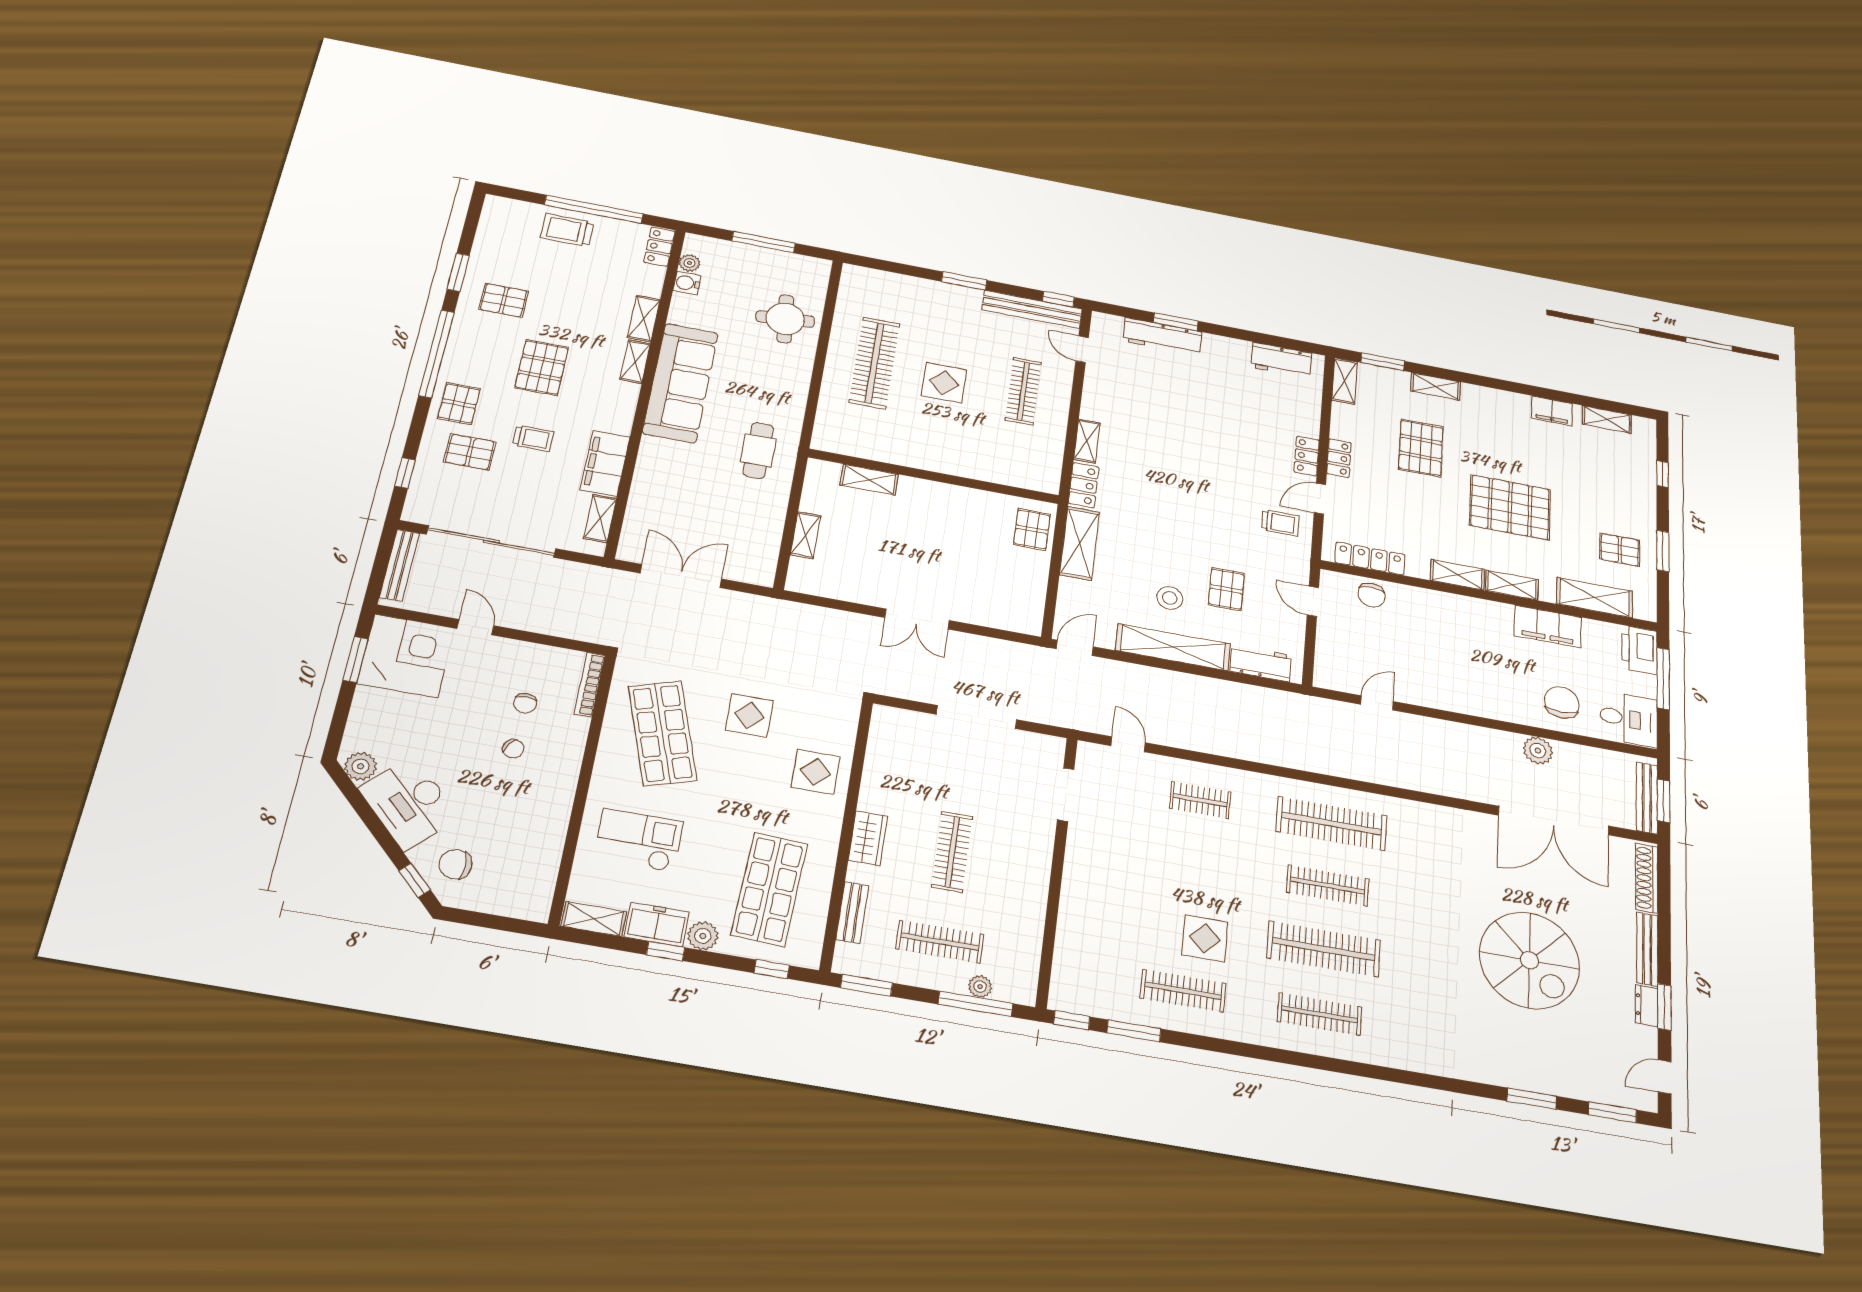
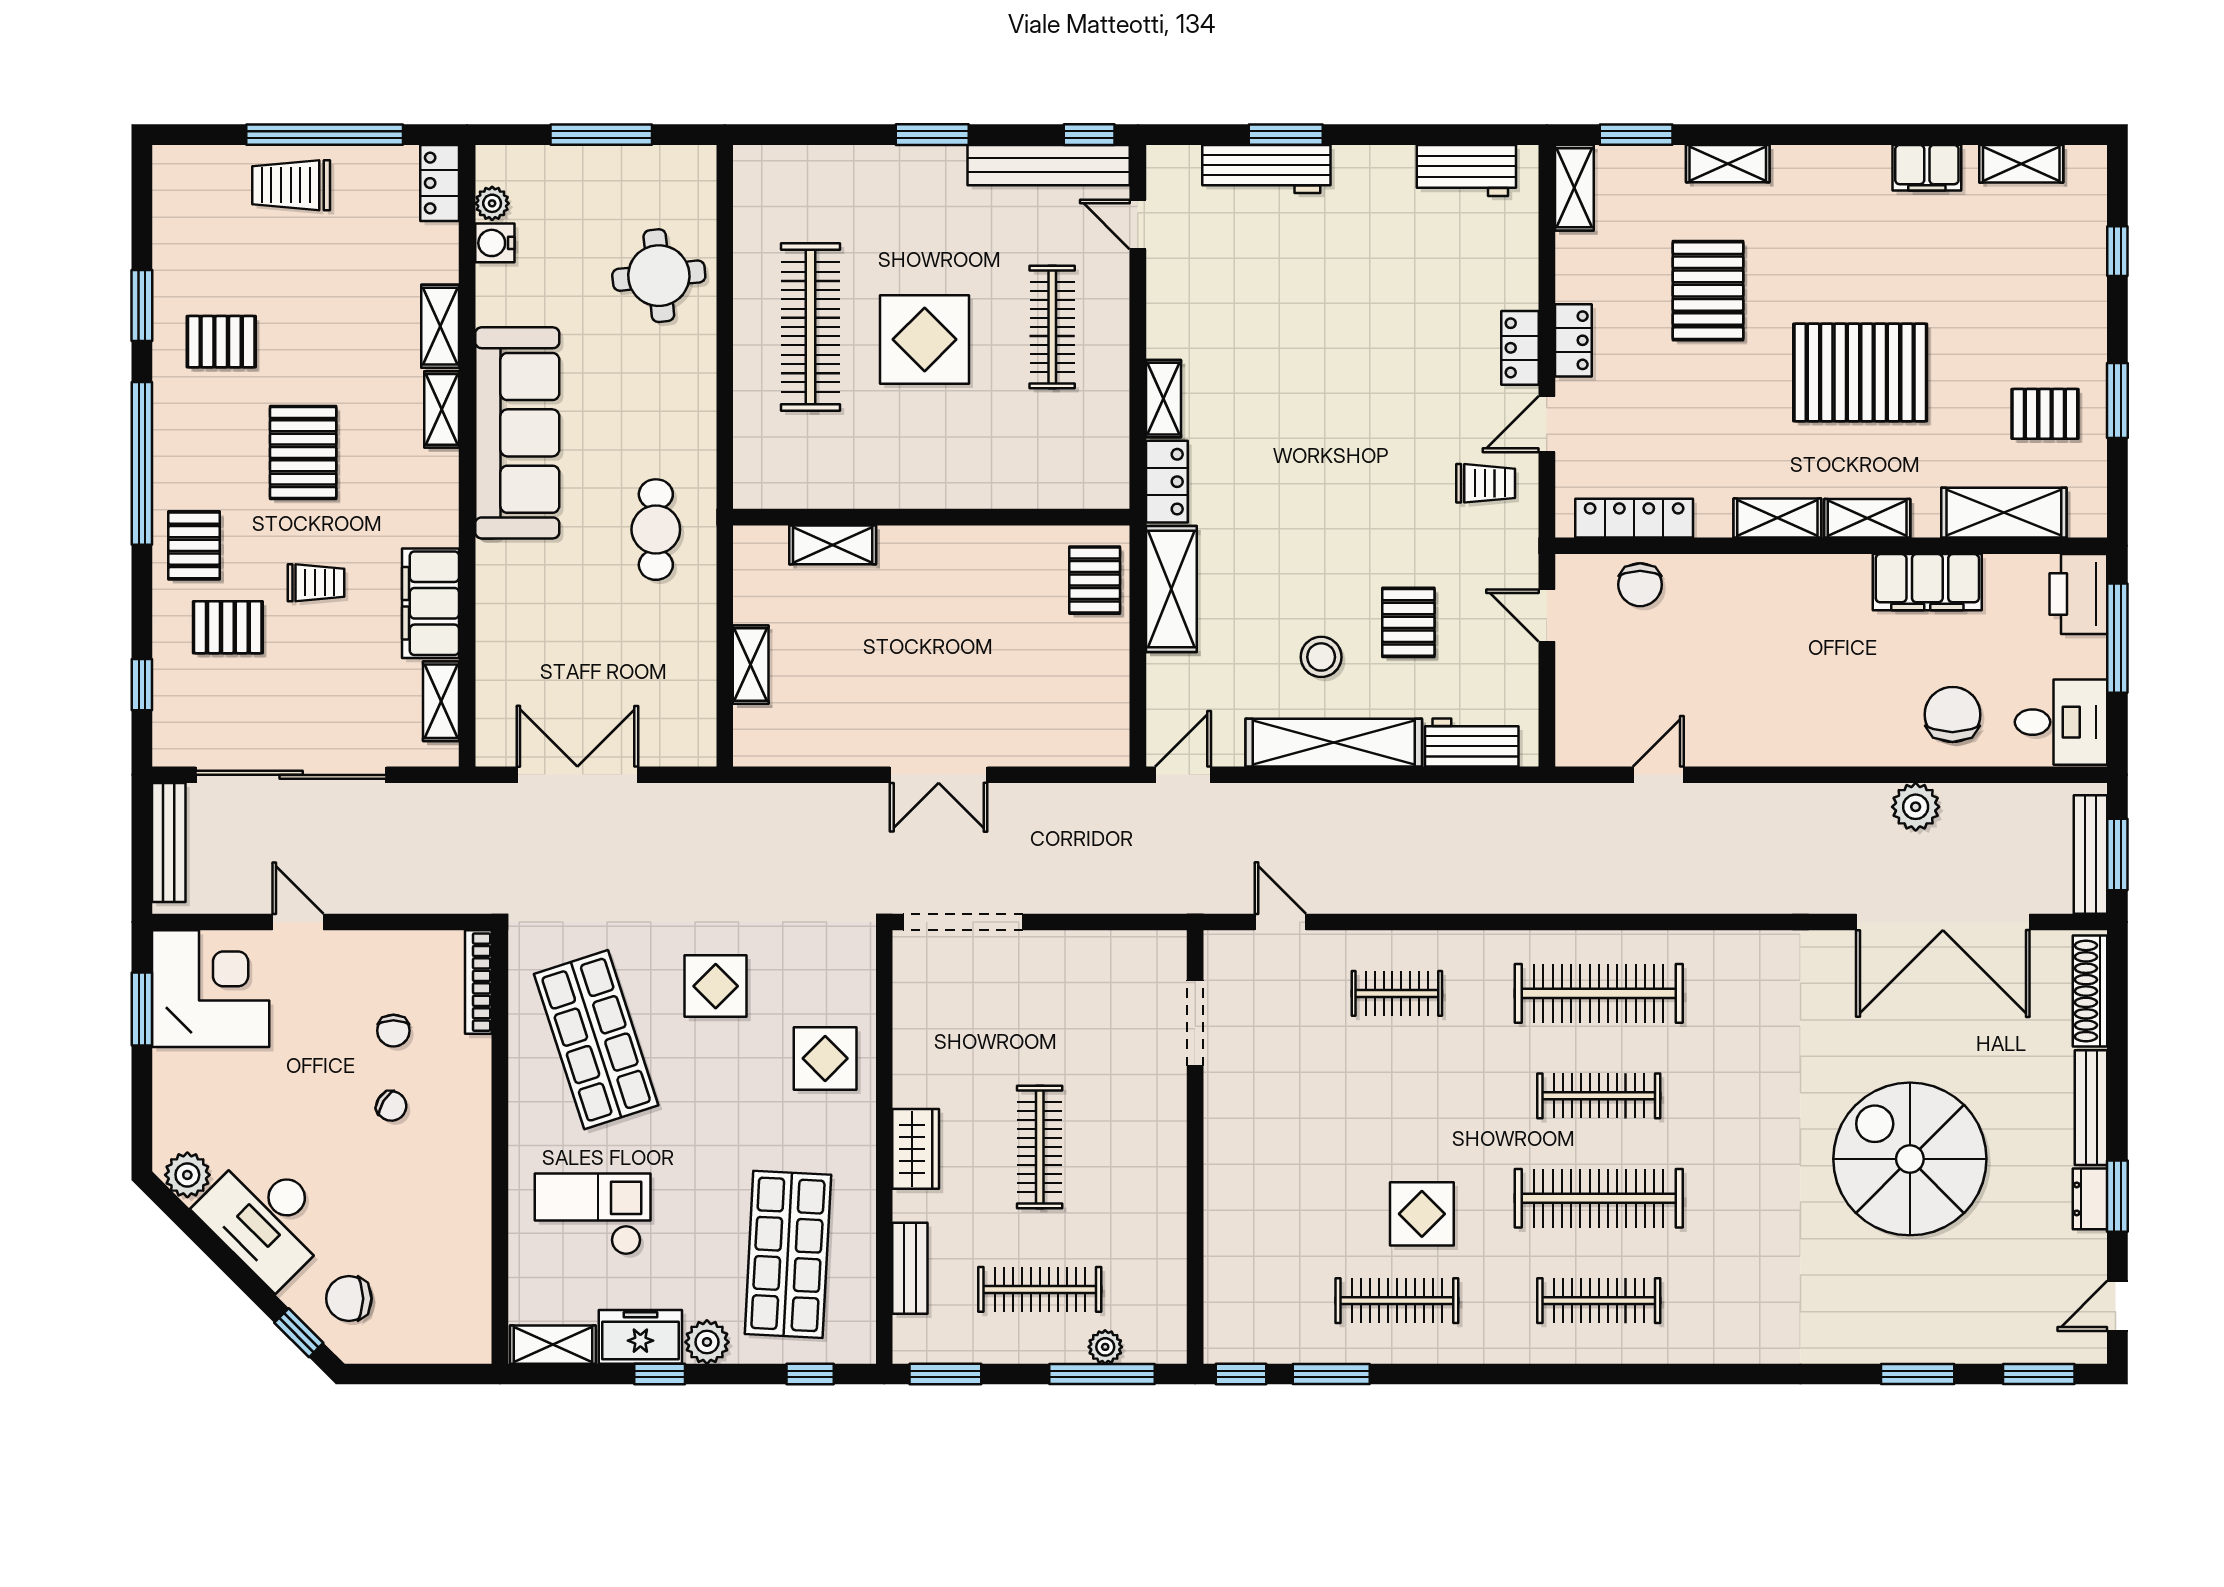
display table: (944, 383) -> (925, 339), width x1.36, depth x1.36
doorway: (977, 717) -> (963, 922), moved
spiral stairs: (1529, 960) -> (1910, 1159), turned 180

